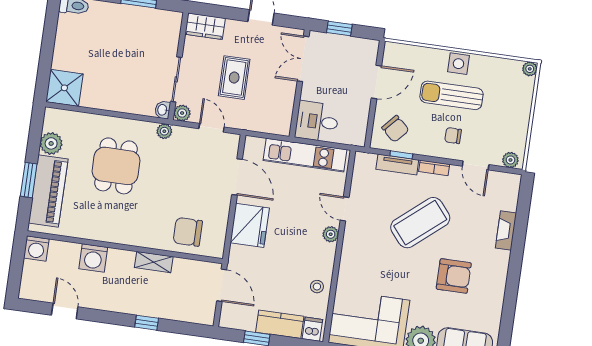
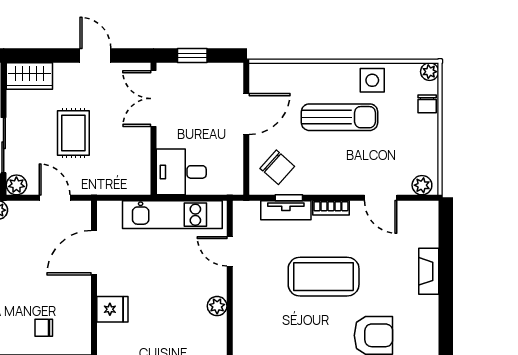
side table: (458, 64) -> (372, 80), moved
sun lounger: (452, 95) -> (339, 117), turned 180
chair: (453, 136) -> (427, 104), moved, turned -90
door: (237, 177) -> (94, 253), swing flipped
door: (345, 209) -> (230, 251), moved
coffee table: (420, 223) -> (324, 277), turned 40
fridge: (250, 225) -> (112, 309), width x0.53, depth x0.75
chair: (188, 232) -> (44, 328), width x0.54, depth x0.54

